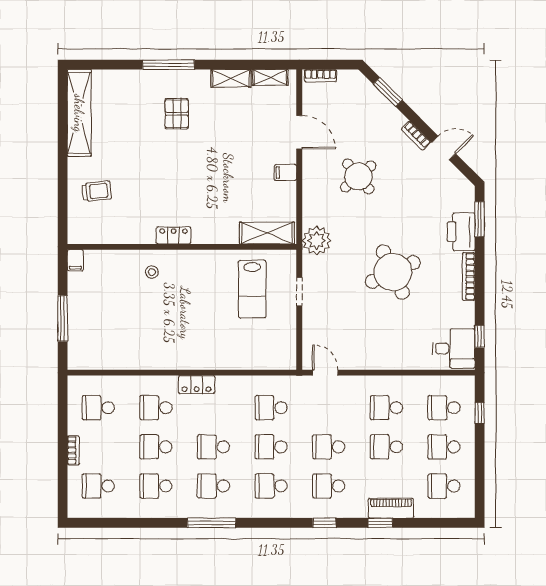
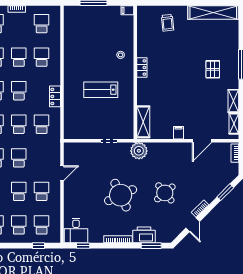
pallet: (177, 114) -> (213, 69), turned 90
round table: (358, 176) -> (165, 193), moved
lab bench: (252, 289) -> (101, 90), moved
door: (325, 373) -> (62, 173), moved
locker: (197, 385) -> (55, 96), moved

